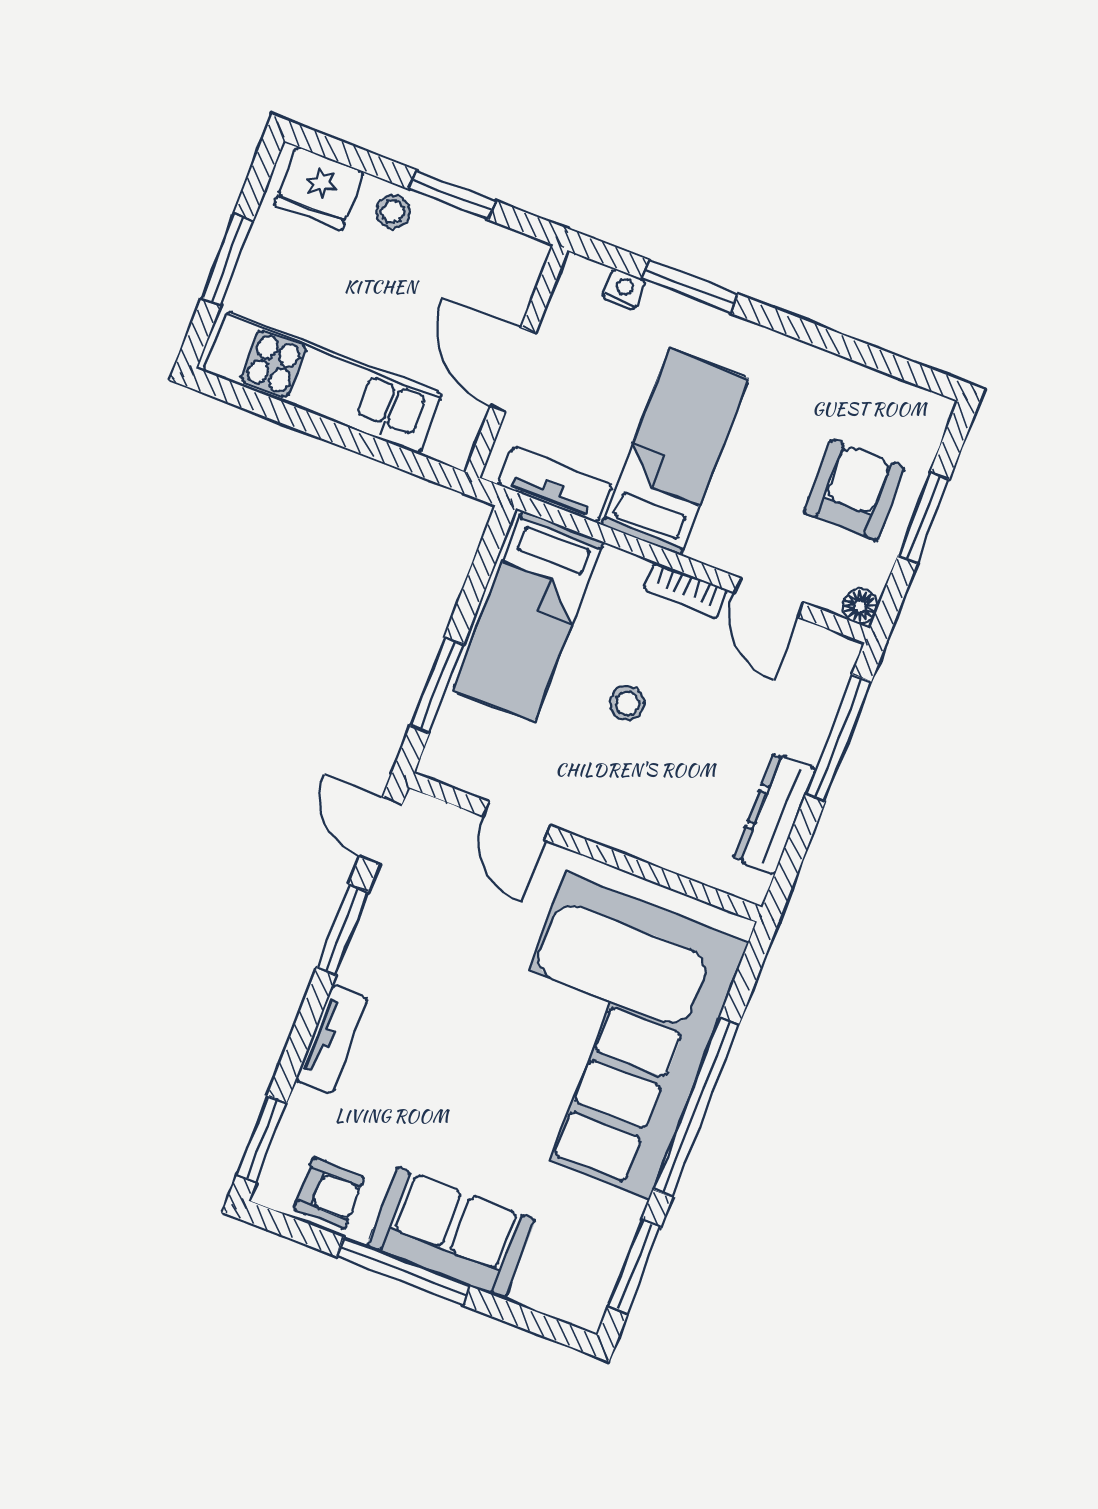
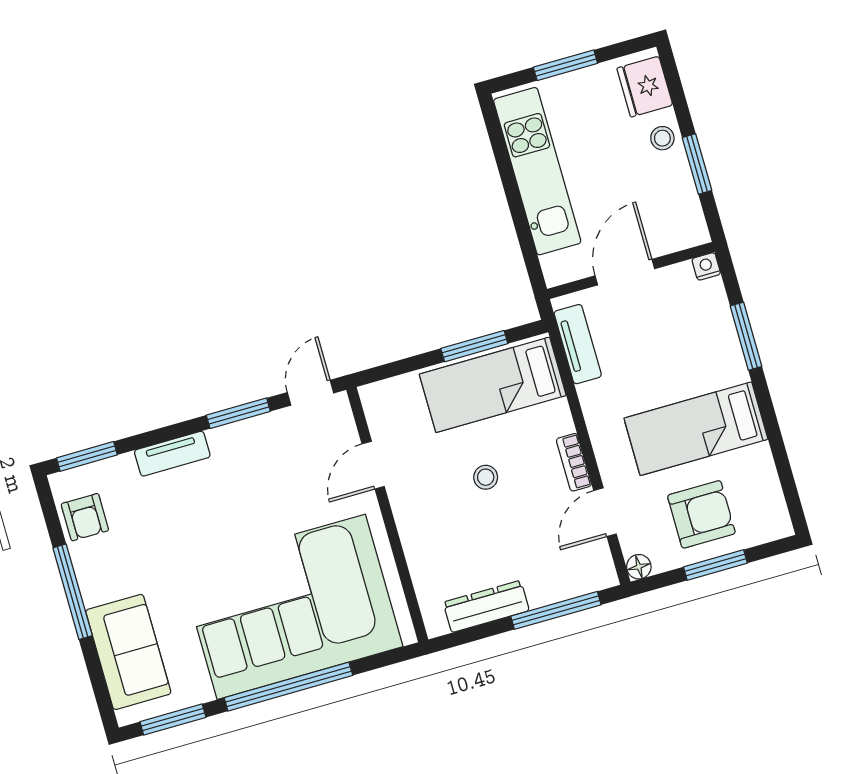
nightstand: (624, 289) -> (706, 266), moved, turned -90
bed: (675, 452) -> (696, 429), moved, turned 180
window: (437, 685) -> (474, 346), moved
sofa: (451, 1233) -> (128, 652), moved

